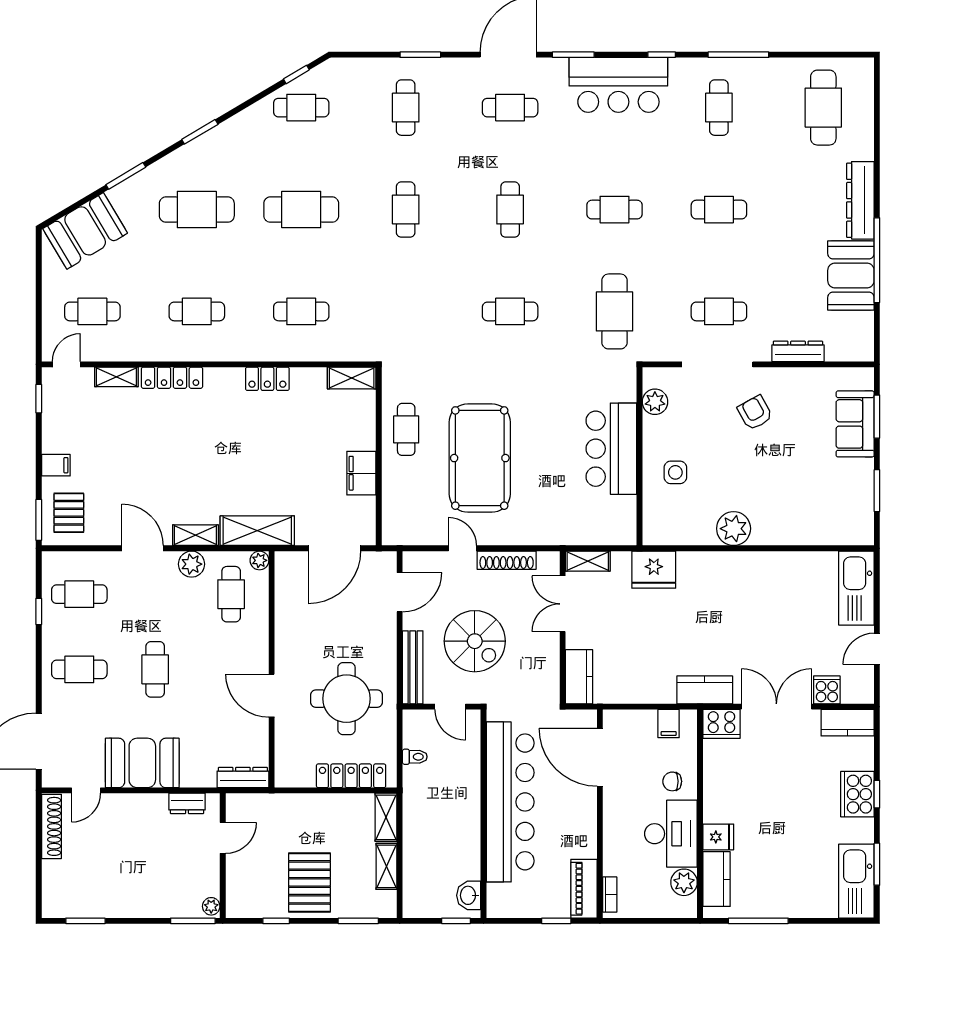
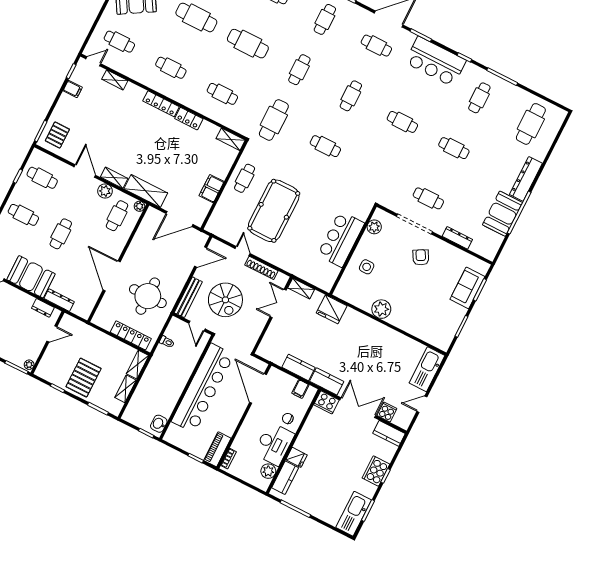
cafe table: (614, 311) -> (274, 120), moved
locker: (172, 378) -> (161, 104), moved
filing cabinet: (56, 465) -> (73, 89), moved
kitchen counter: (579, 677) -> (299, 367), moved, turned -90
door: (272, 696) -> (112, 276), width x1.36
dresser: (243, 777) -> (59, 300), moved

